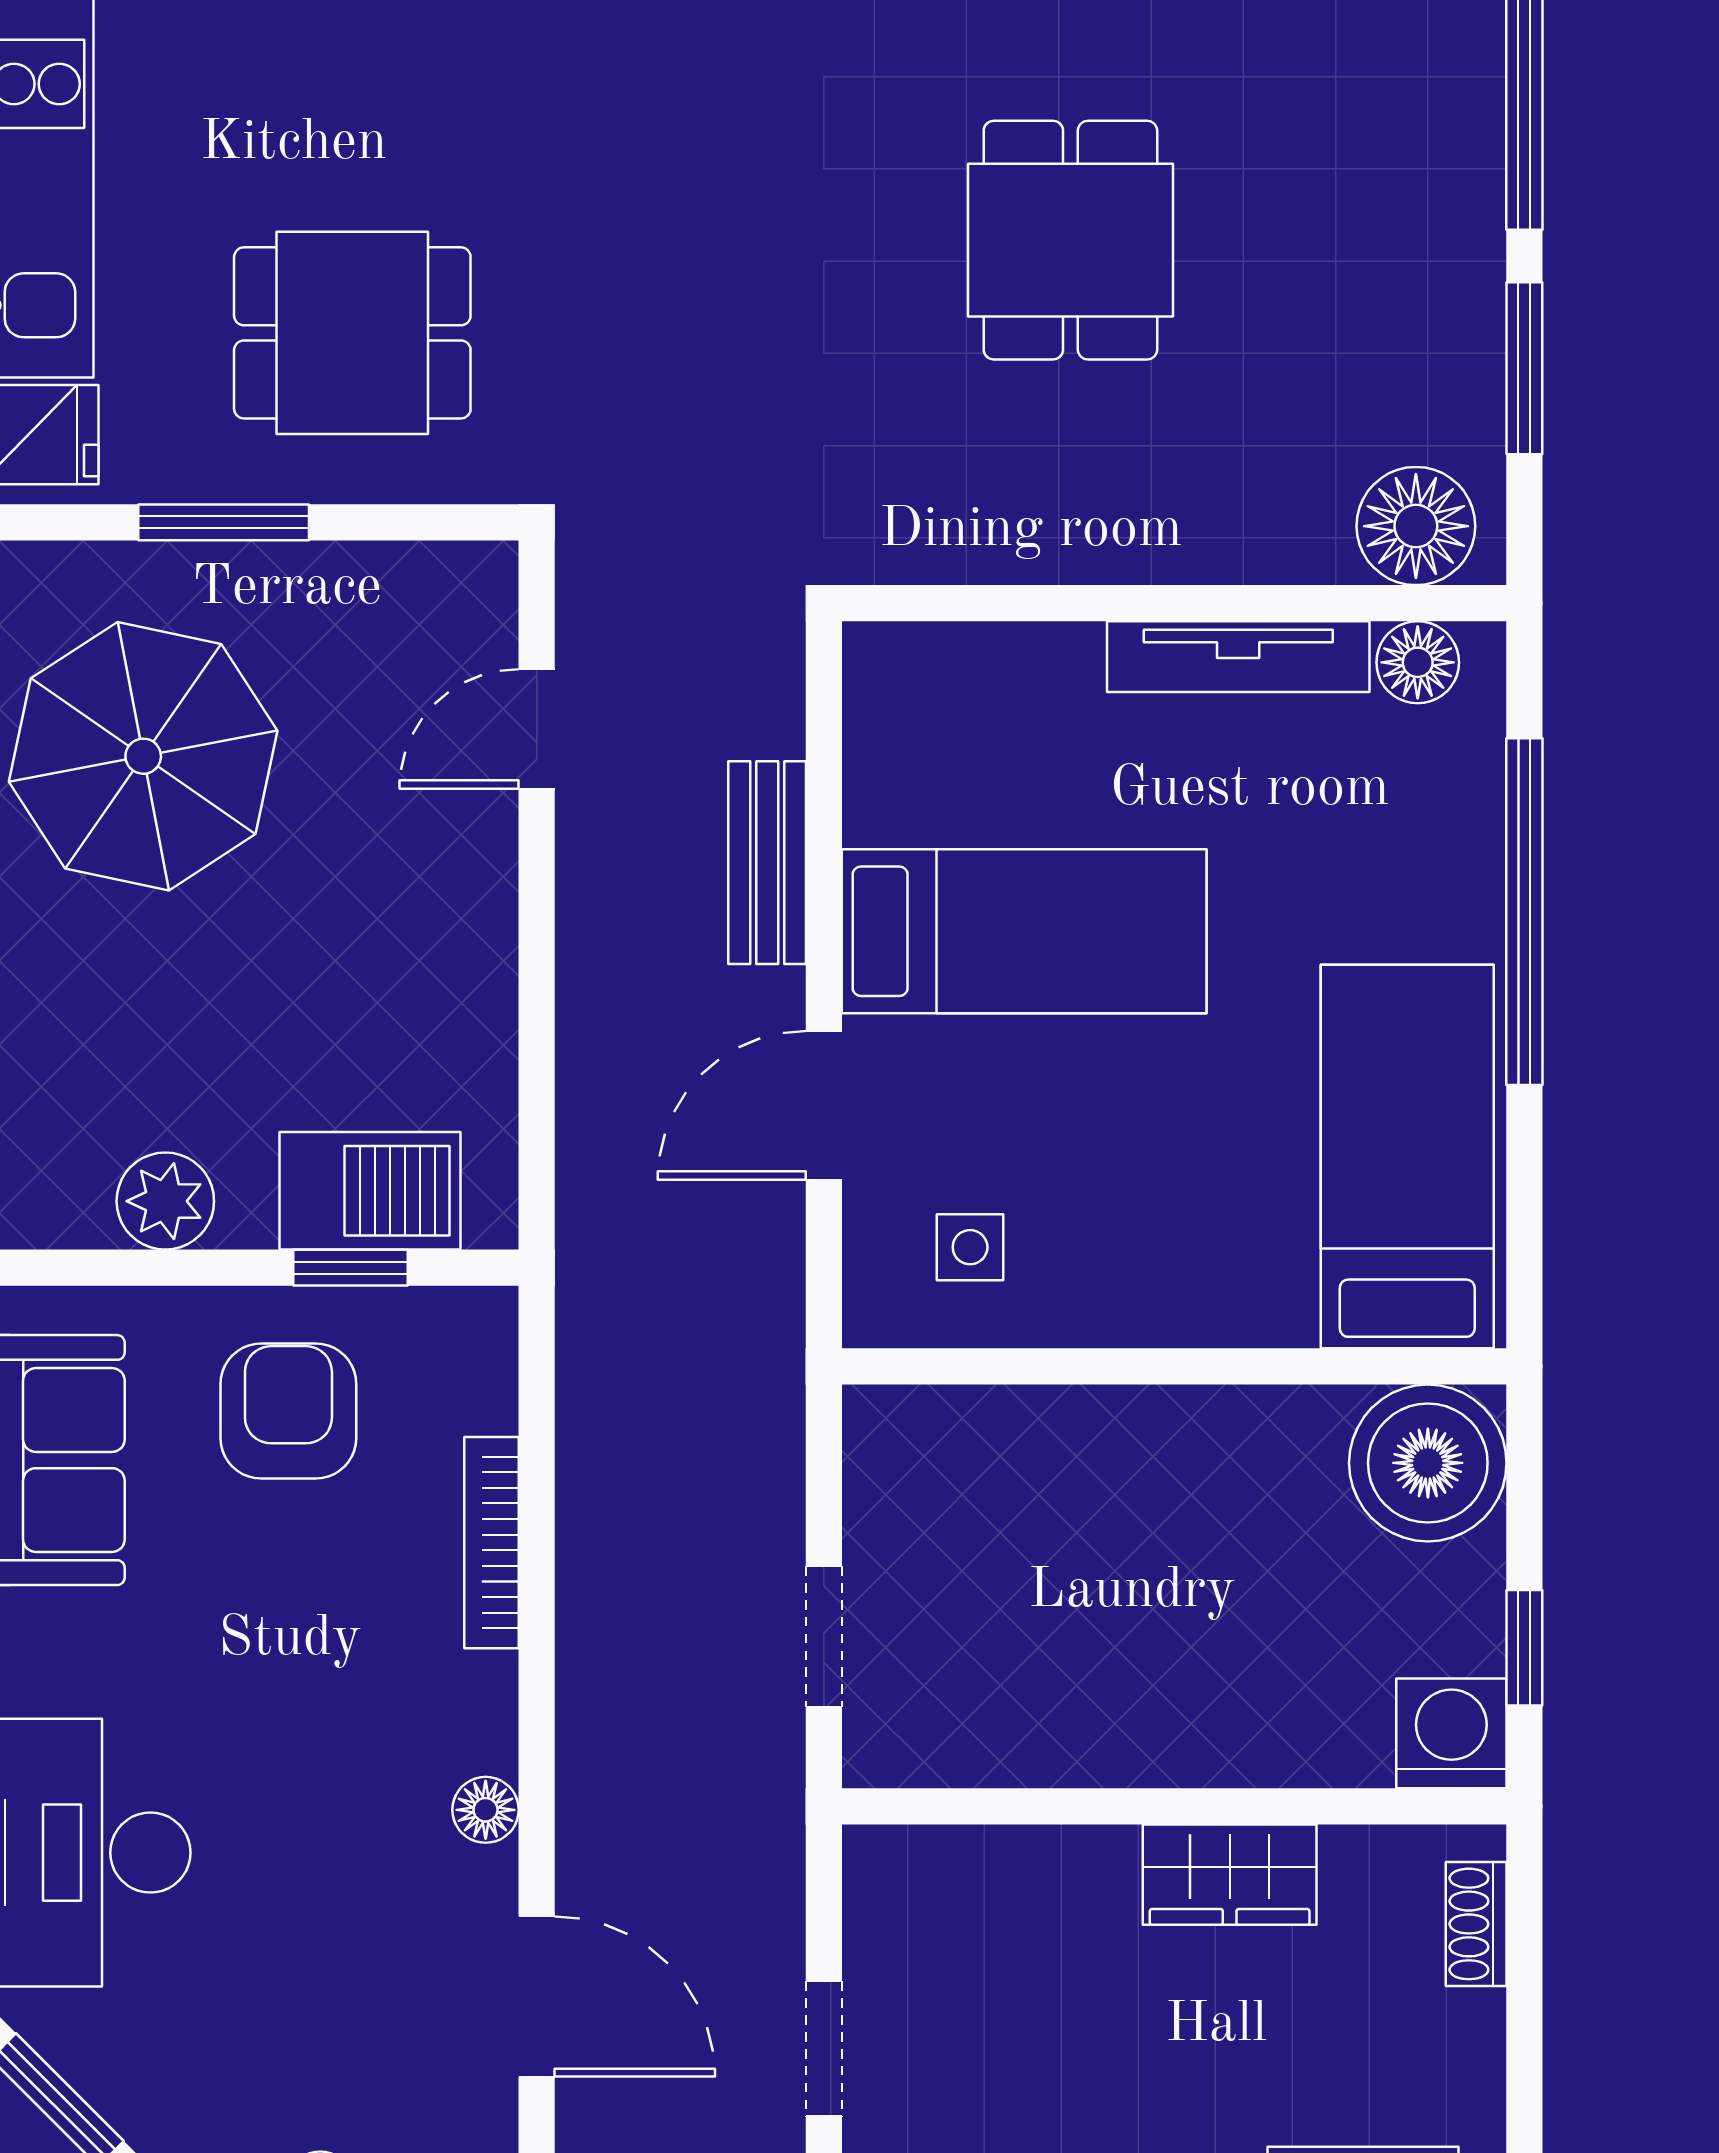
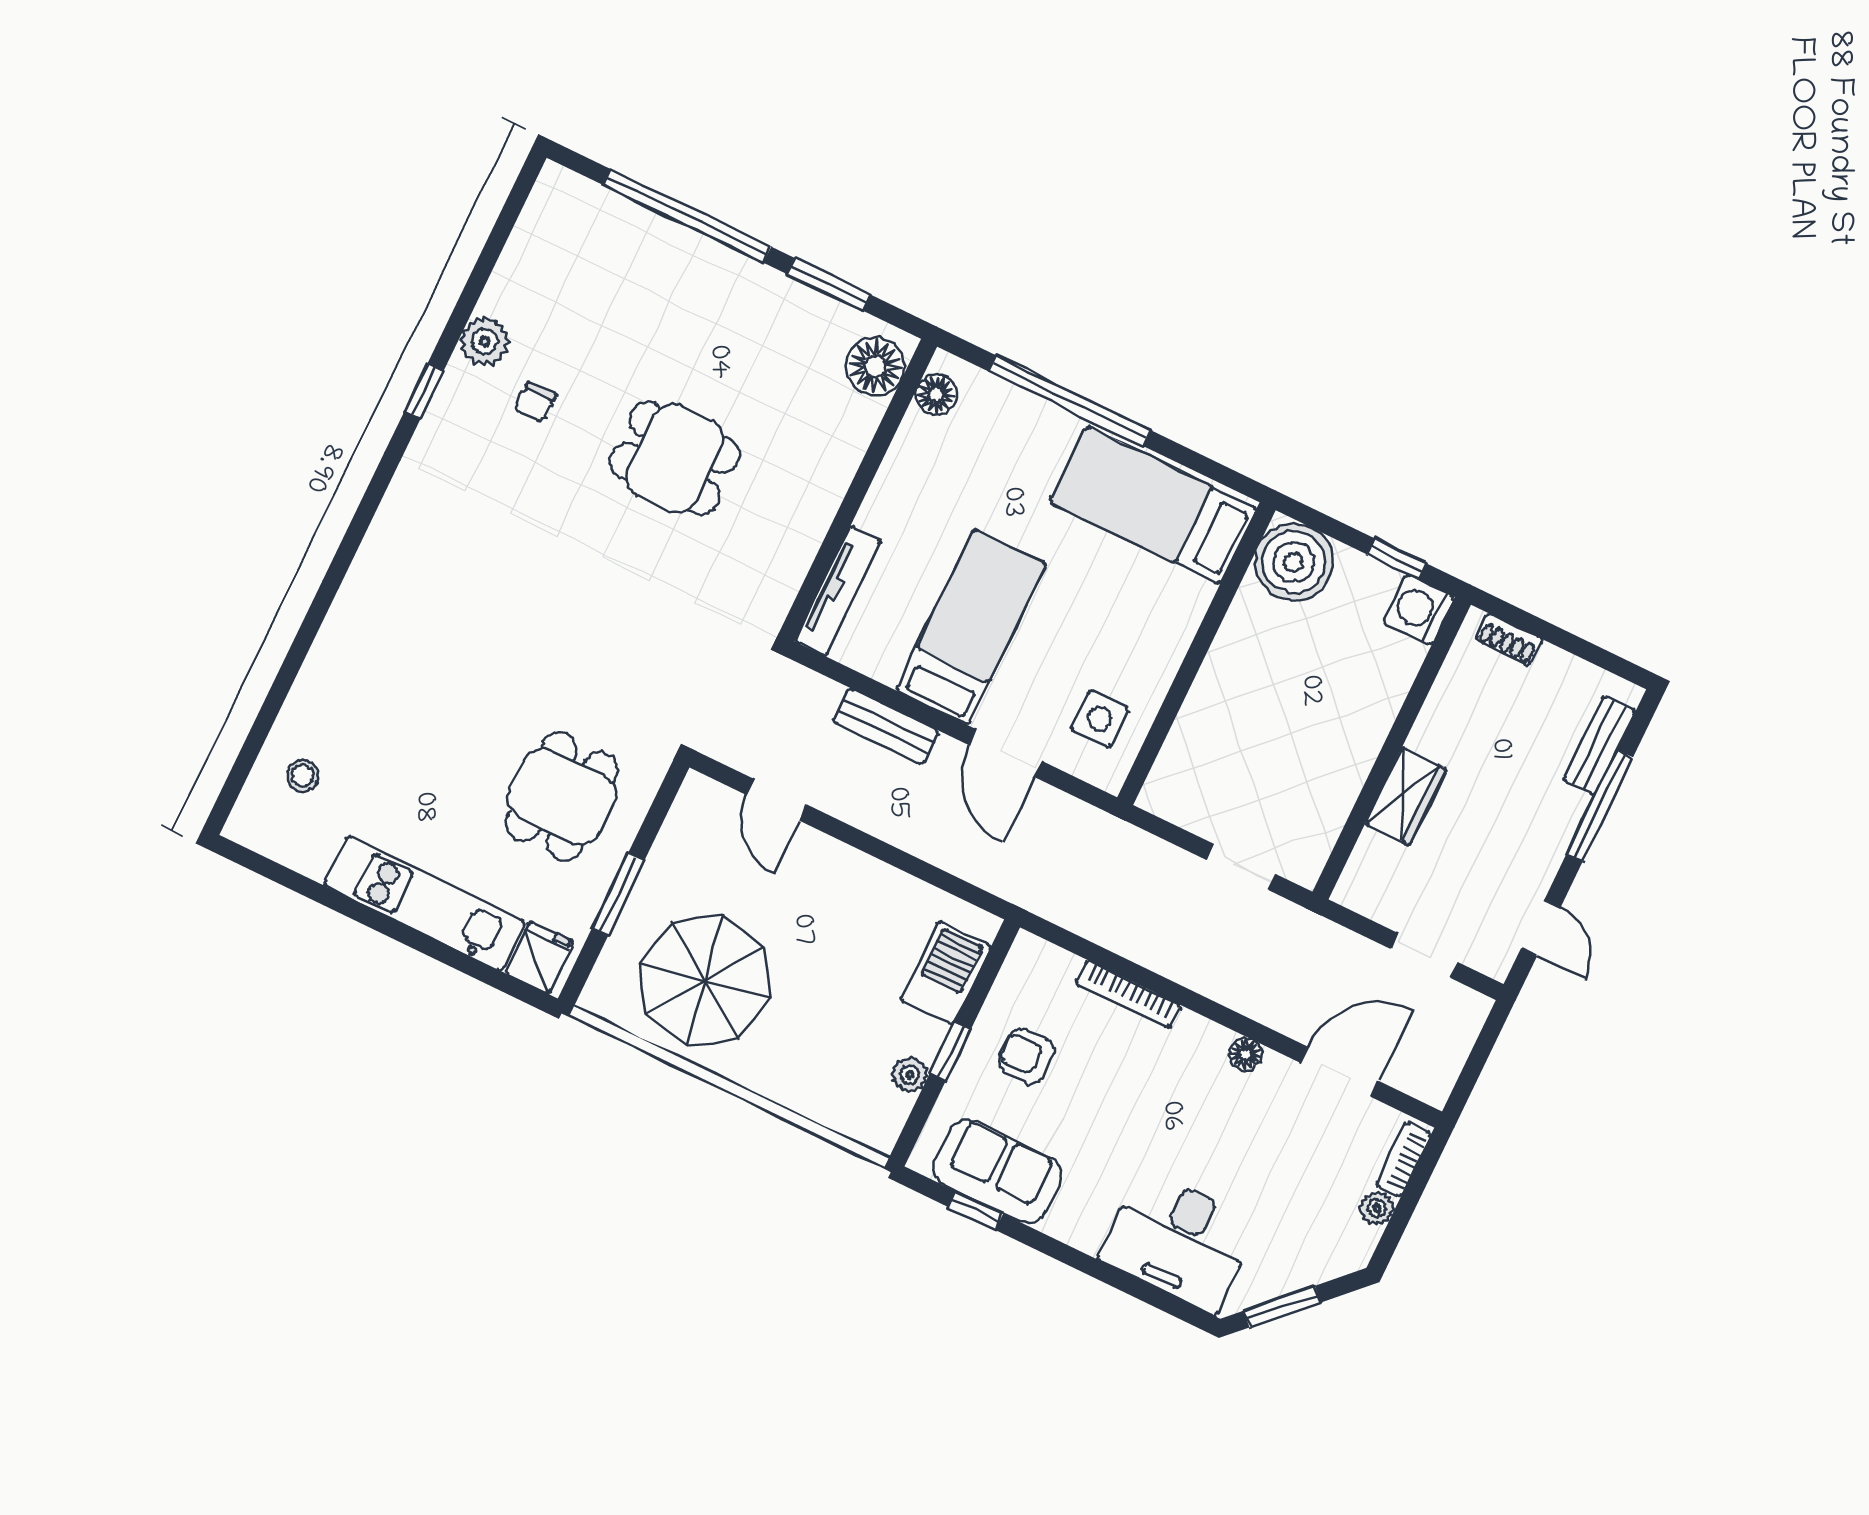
tv unit: (1238, 657) -> (838, 591), moved
plant: (165, 1201) -> (910, 1075), width x0.73, depth x0.73
side table: (970, 1247) -> (1100, 719), width x1.37, depth x1.37
window: (350, 1268) -> (950, 1052), moved
armchair: (288, 1411) -> (1026, 1056), width x0.72, depth x0.72
wardrobe: (1230, 1875) -> (1406, 796), moved

